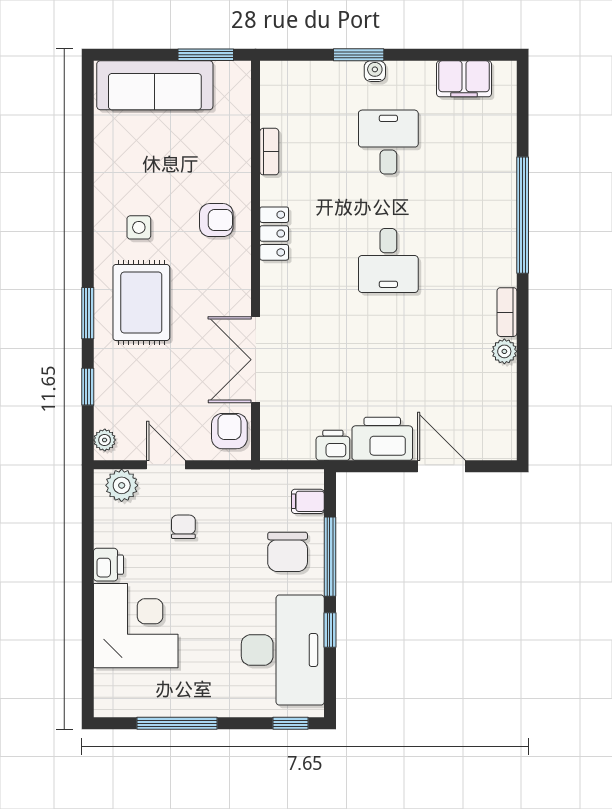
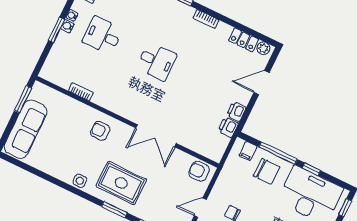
water cooler: (398, 70) -> (72, 15), added
armchair: (216, 220) -> (100, 131), turned -90
side table: (139, 227) -> (80, 181), moved
locker: (274, 234) -> (243, 40), moved, turned 180
plant: (504, 351) -> (263, 48), moved
double door: (256, 360) -> (156, 136), moved
printer: (382, 439) -> (236, 111), width x0.53, depth x0.68

